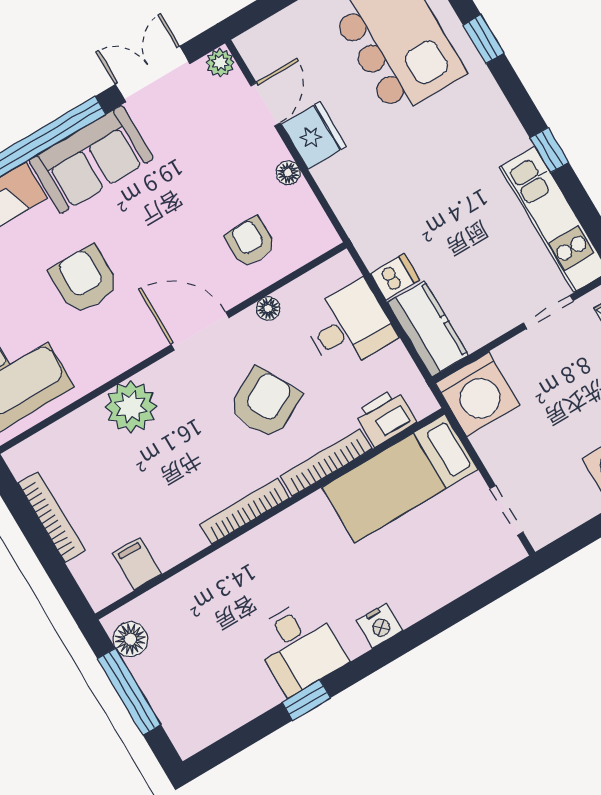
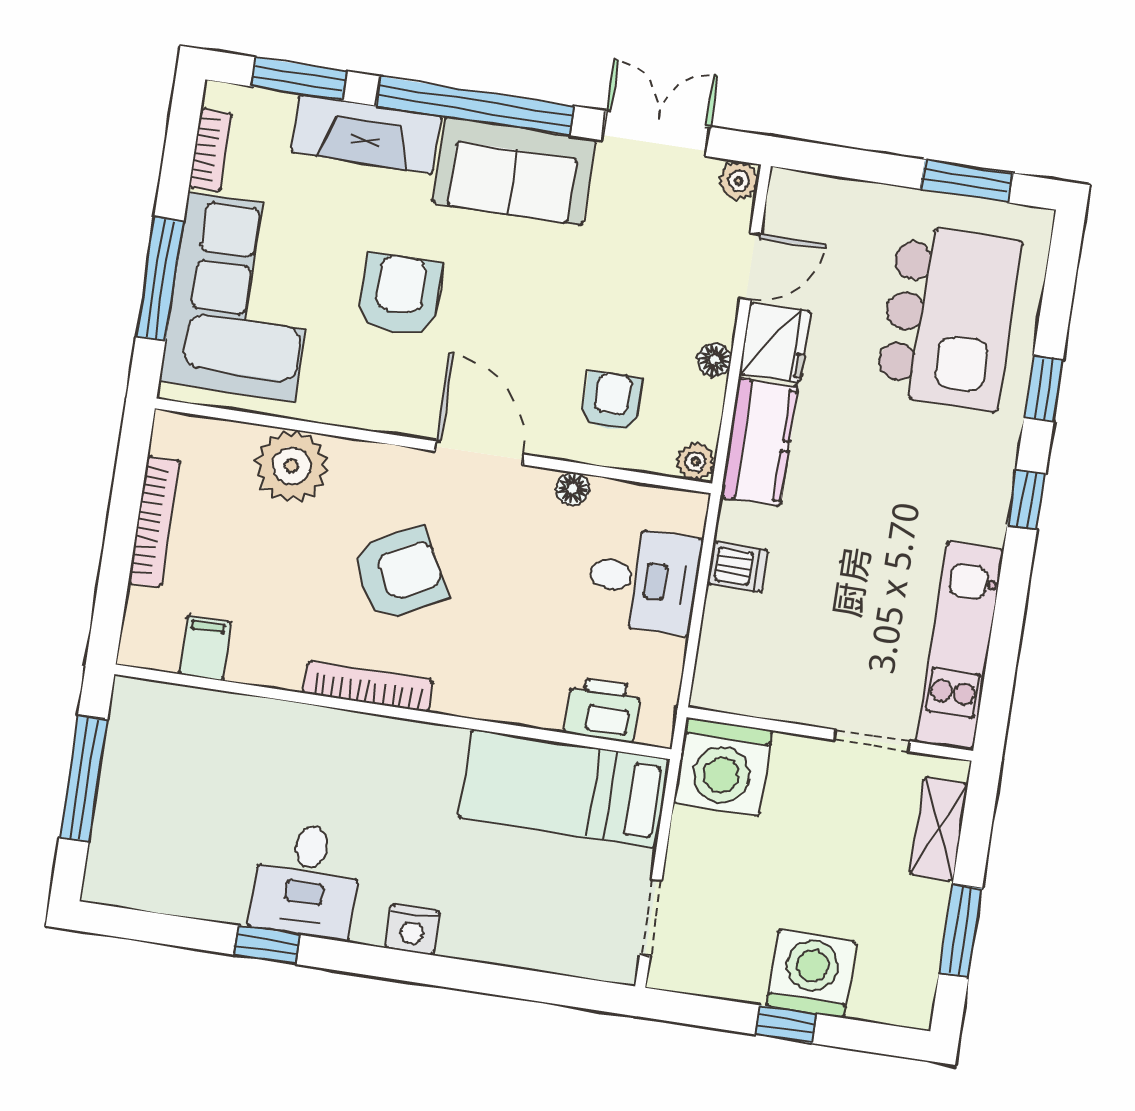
window: (549, 150) -> (1027, 500), moved
plant: (324, 238) -> (696, 462), added
kitchen counter: (428, 329) -> (759, 442), moved
armchair: (265, 403) -> (399, 574), moved
plant: (131, 407) -> (292, 466), moved
bookcase: (326, 463) -> (499, 706), removed
floor lamp: (130, 639) -> (131, 723), removed

